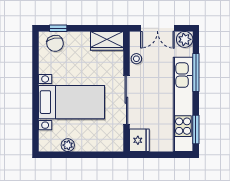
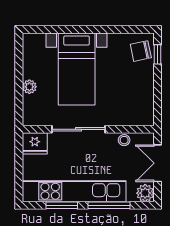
wardrobe: (107, 41) -> (144, 108), removed
window: (196, 129) -> (62, 205), moved
plant: (68, 145) -> (29, 87), moved

